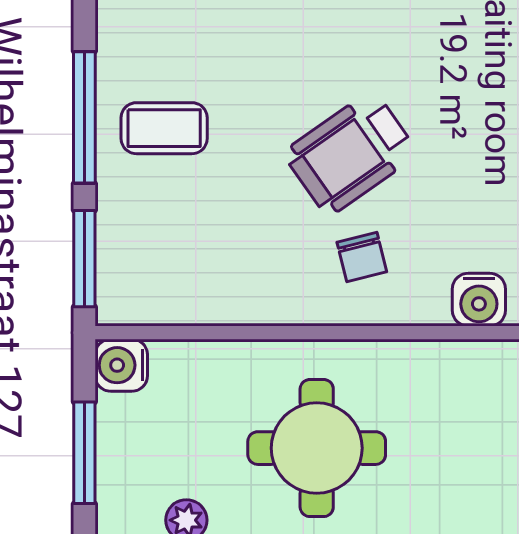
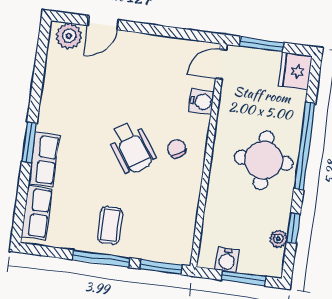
chair: (362, 257) -> (177, 149), turned -109
water cooler: (121, 365) -> (227, 260), moved
round table: (317, 448) -> (264, 160), moved

